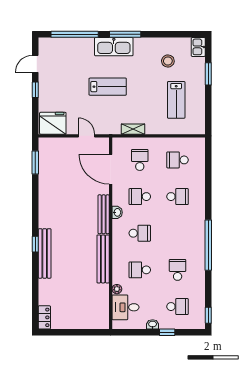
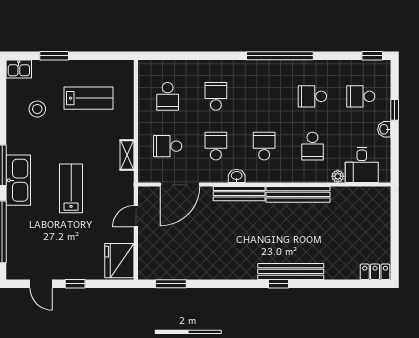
school desk: (140, 197) -> (216, 146), turned 180
school desk: (178, 307) -> (361, 96), turned -90

